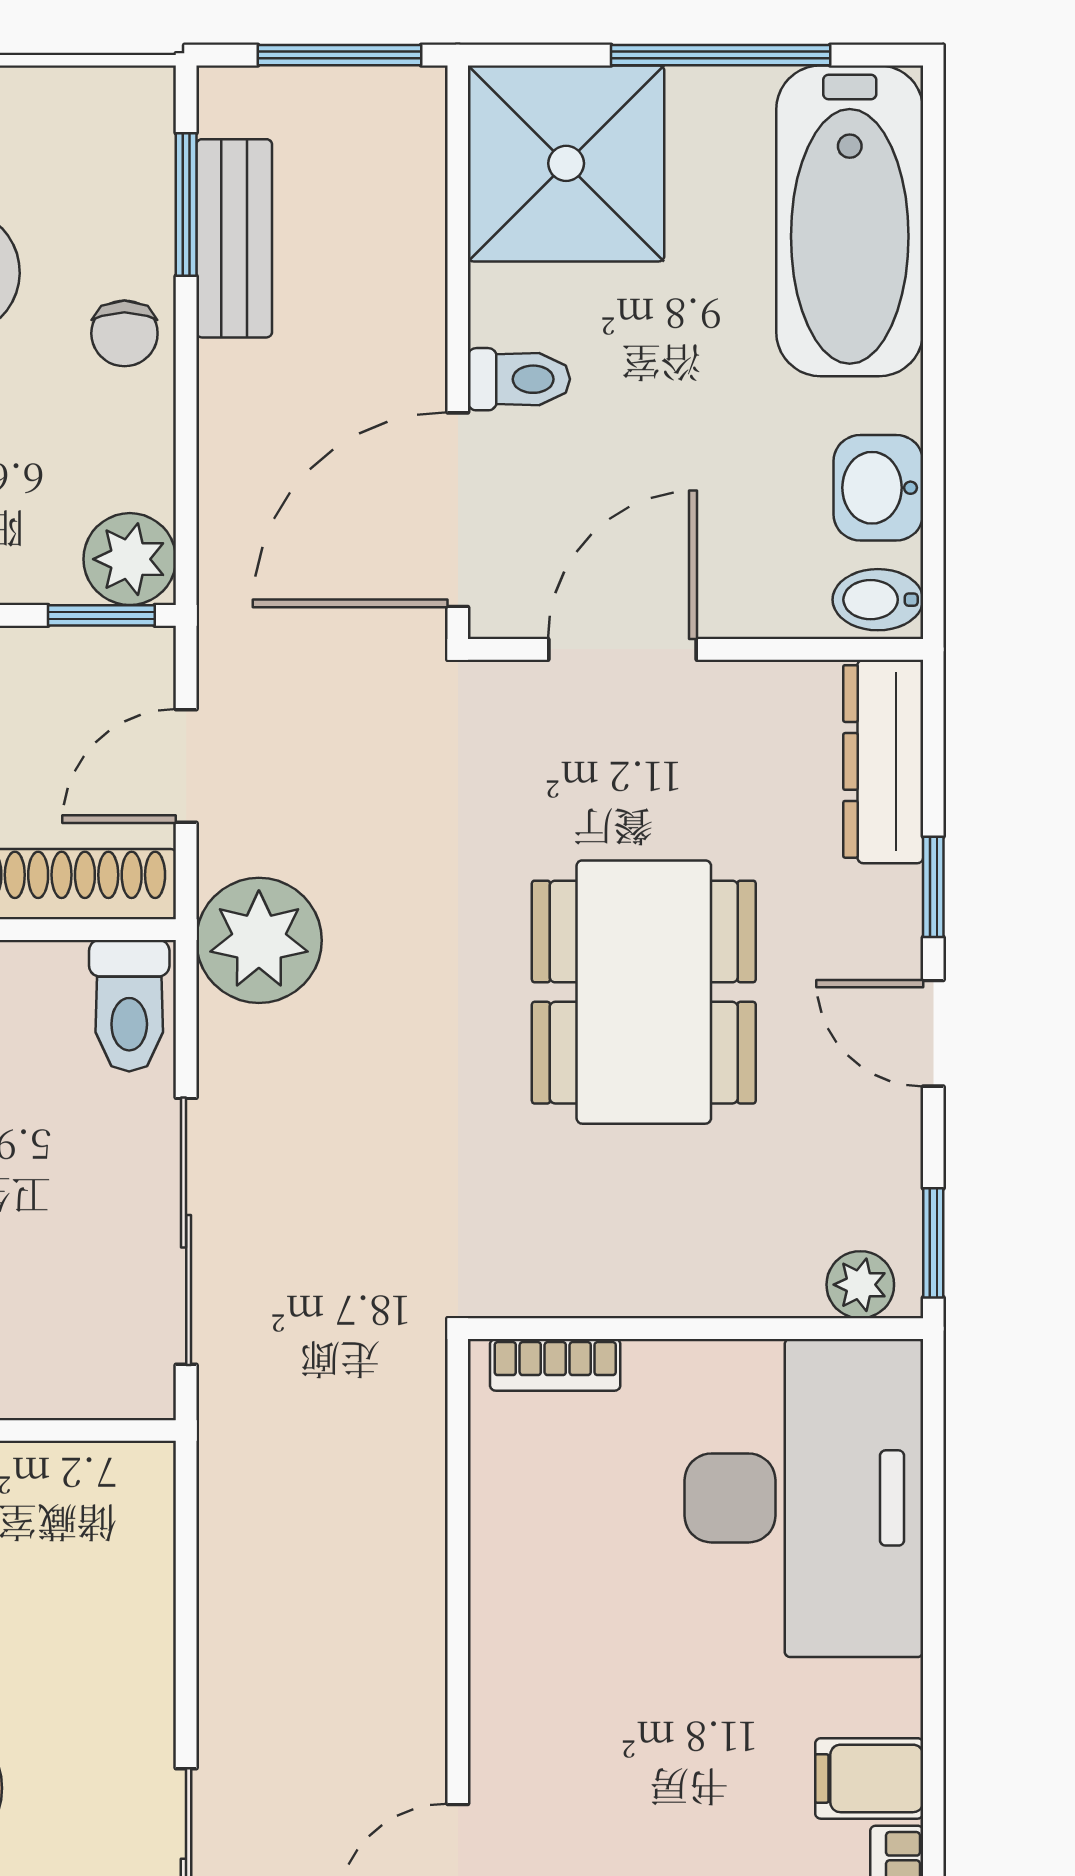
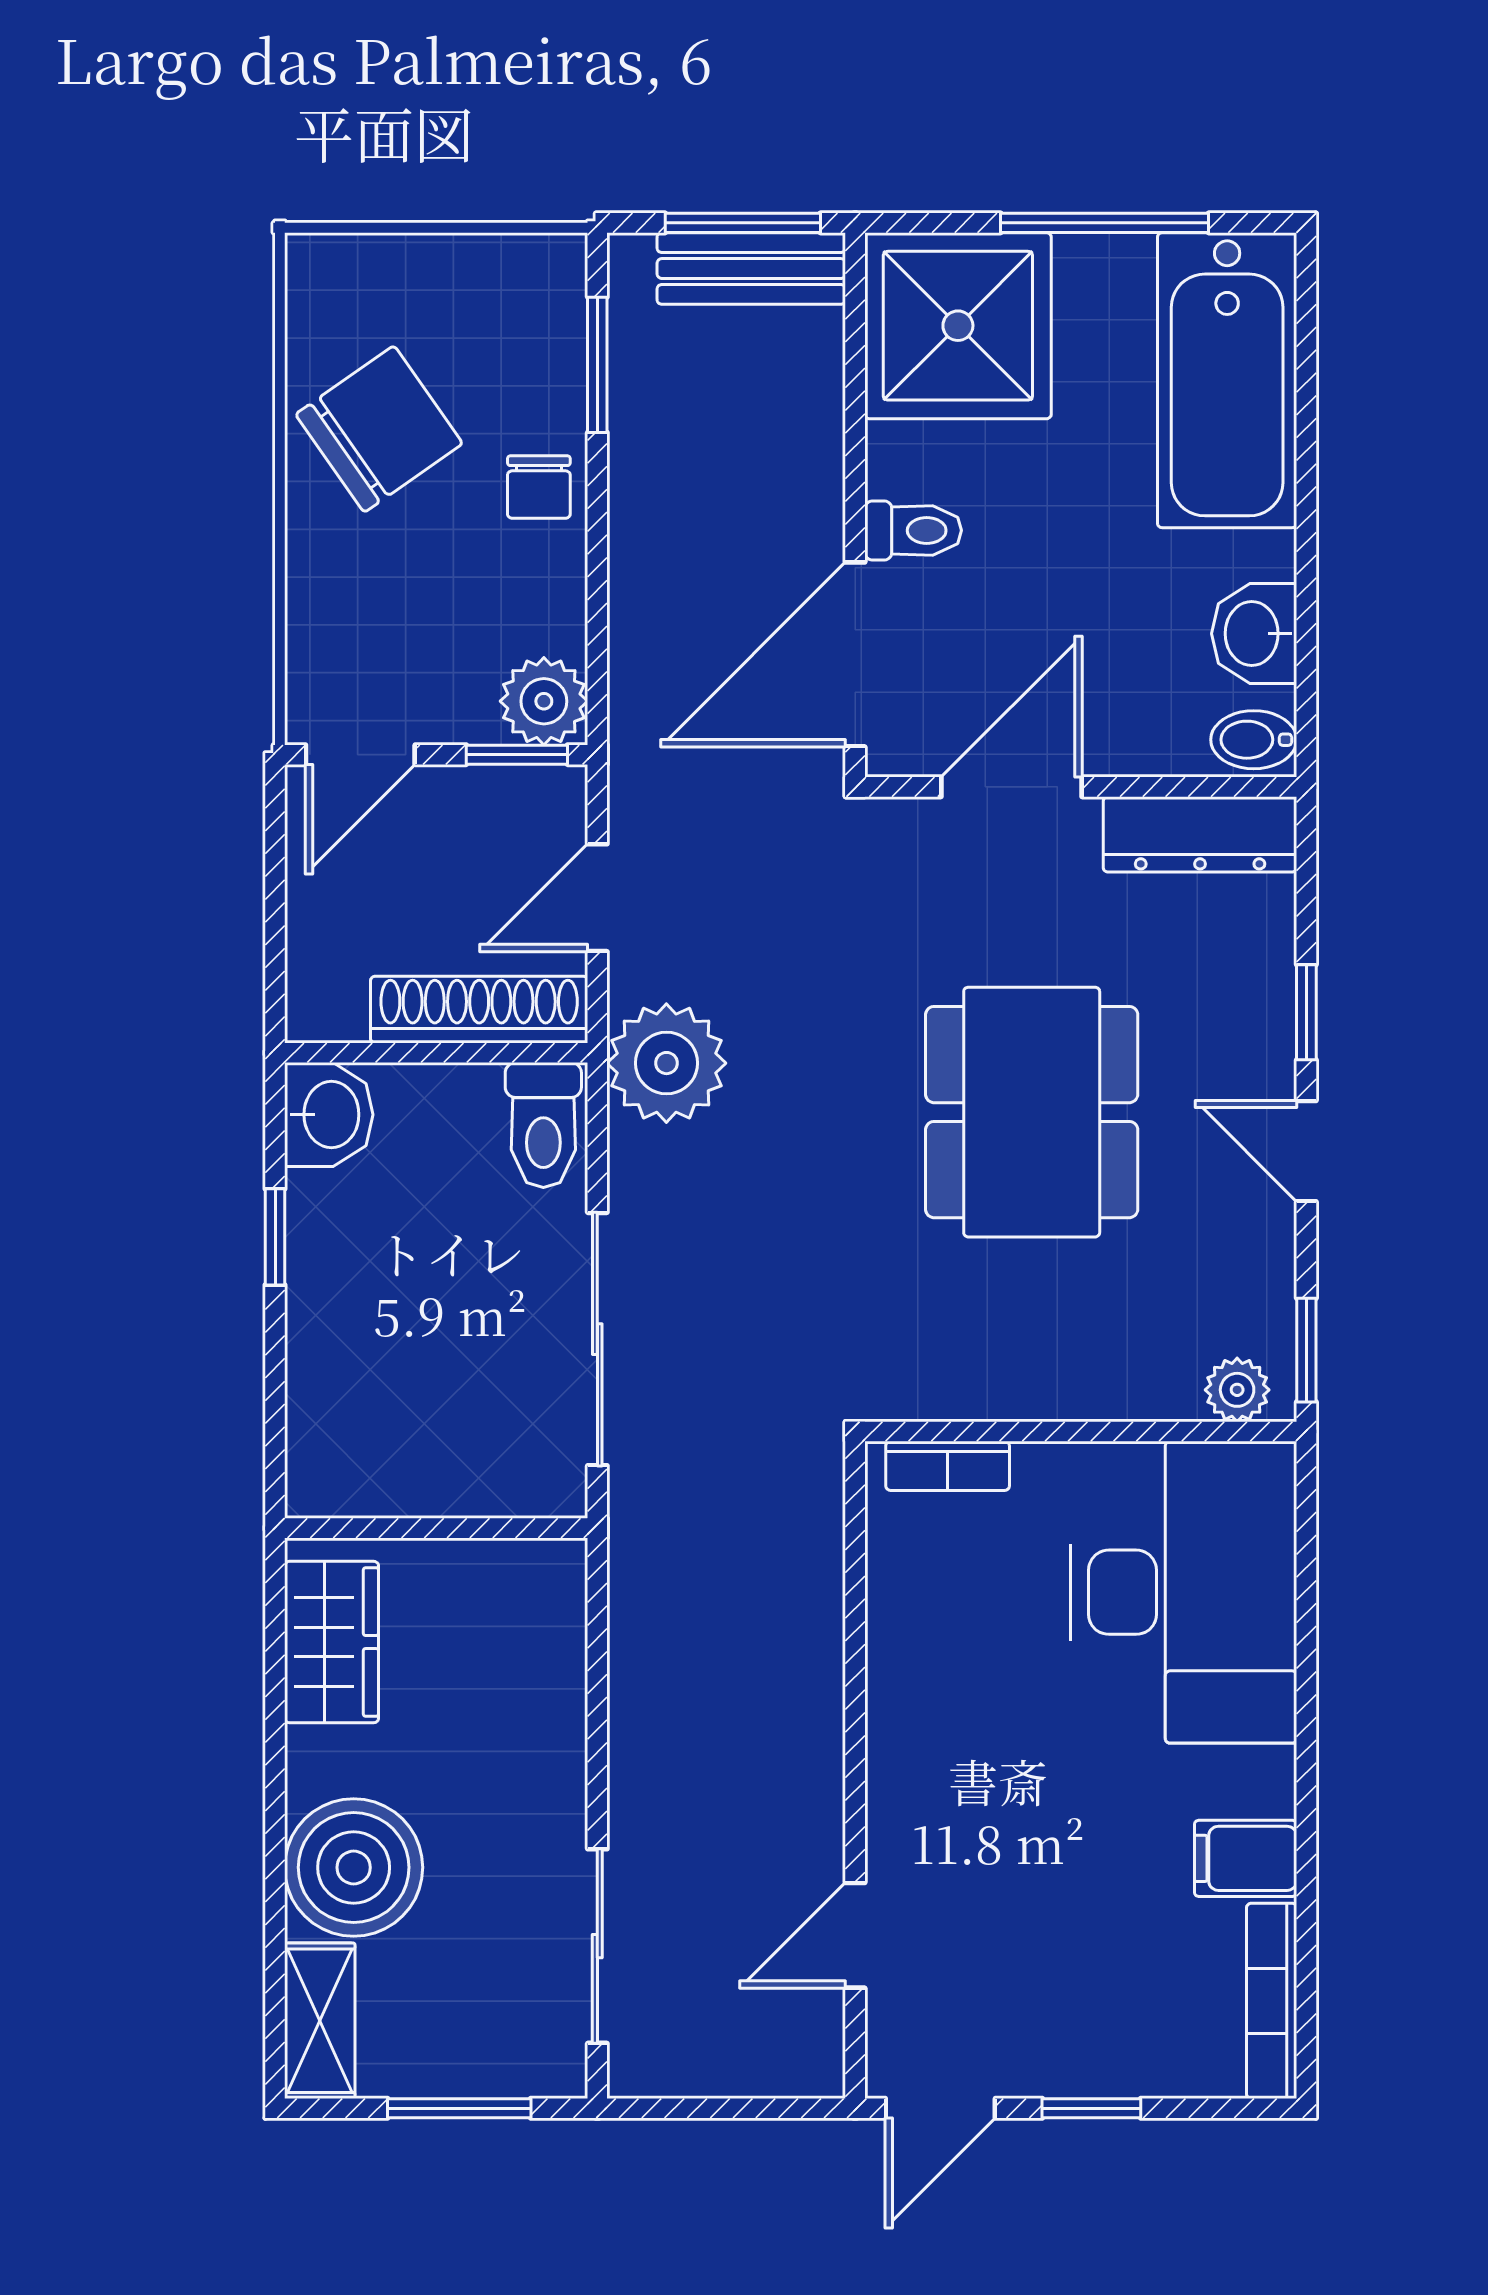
bench: (234, 238) -> (751, 269), moved, turned 90
dresser: (883, 761) -> (1200, 834), moved, turned -90

